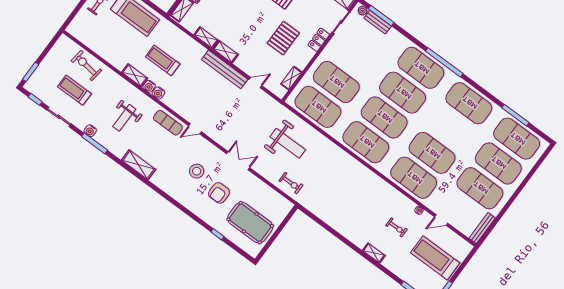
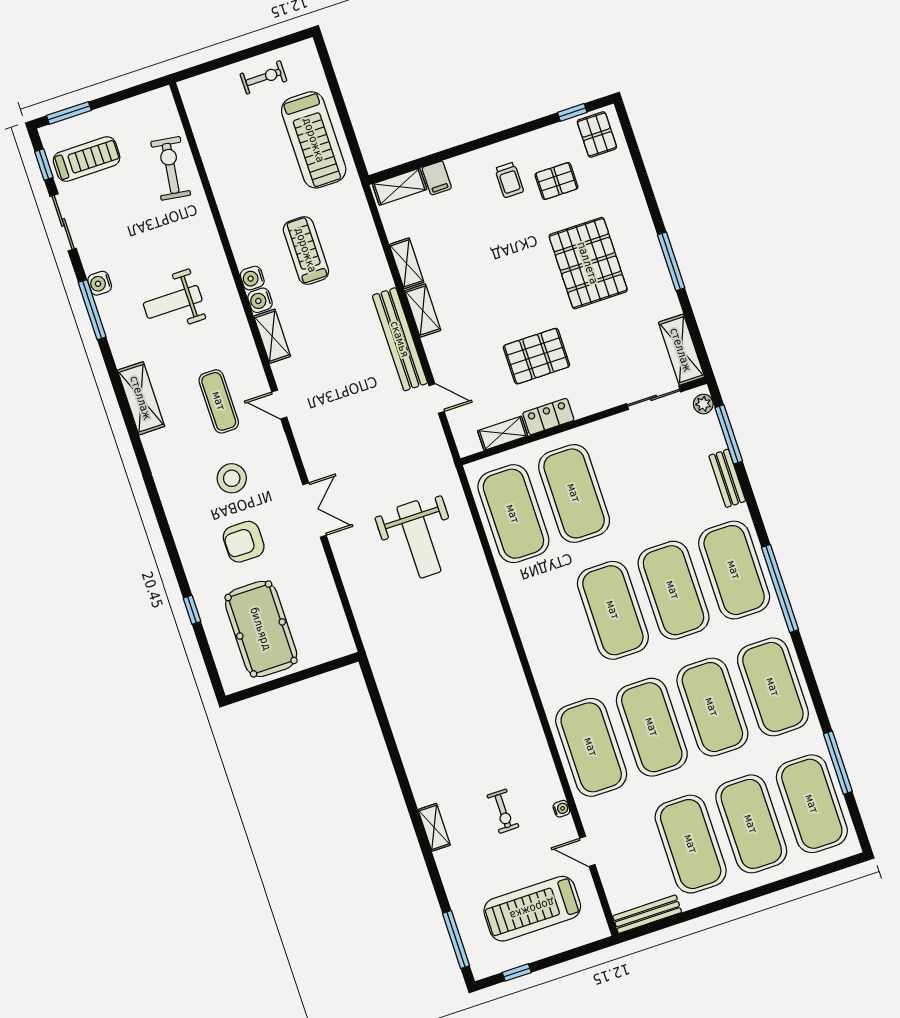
bench: (378, 22) -> (727, 478), moved
locker: (319, 40) -> (548, 417), moved
shelving: (135, 75) -> (272, 336), moved
treadmill: (74, 90) -> (87, 159), moved, turned 90
exercise mat: (168, 123) -> (219, 401), moved
exercise mat: (366, 142) -> (712, 707), moved
exercise bike: (291, 183) -> (377, 610), removed
treadmill: (435, 258) -> (532, 909), turned -90

